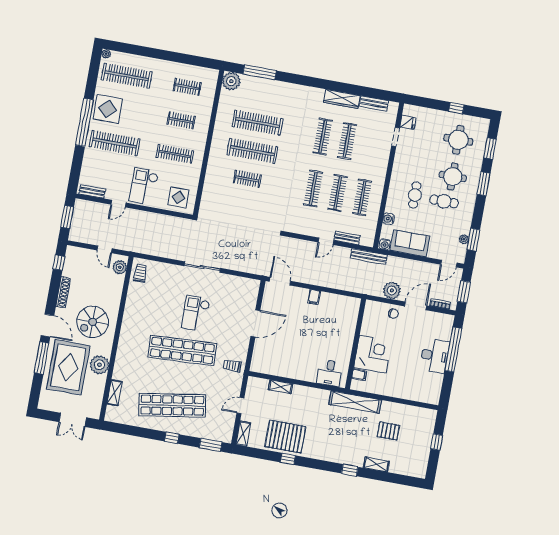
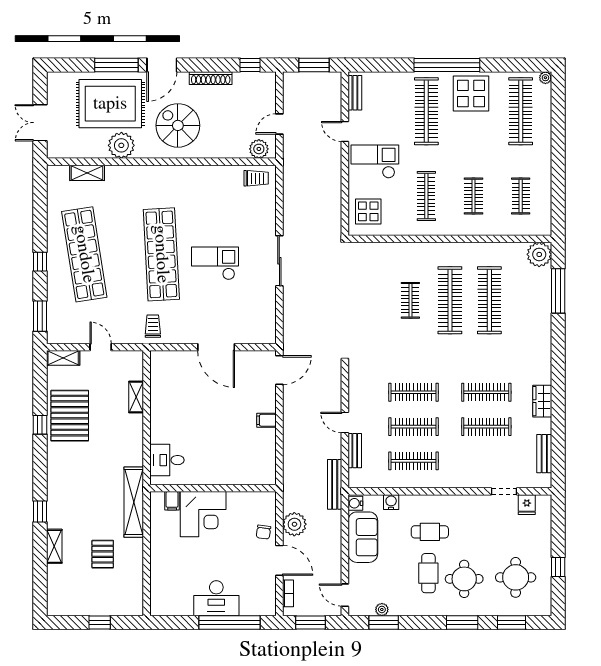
wardrobe: (342, 99) -> (542, 401), width x0.67

